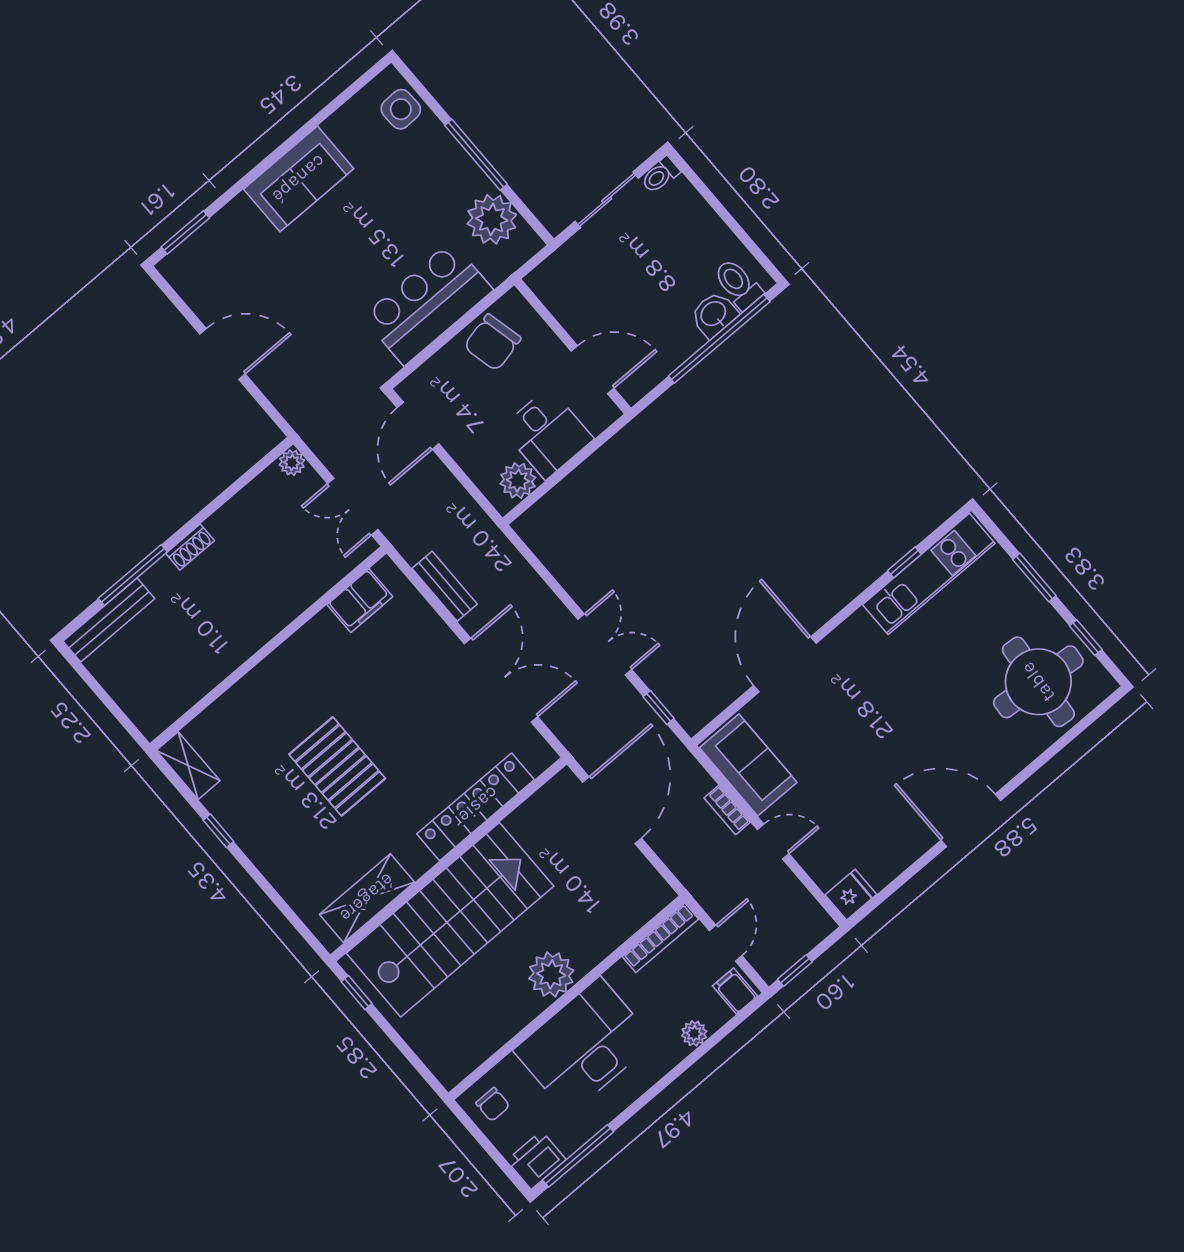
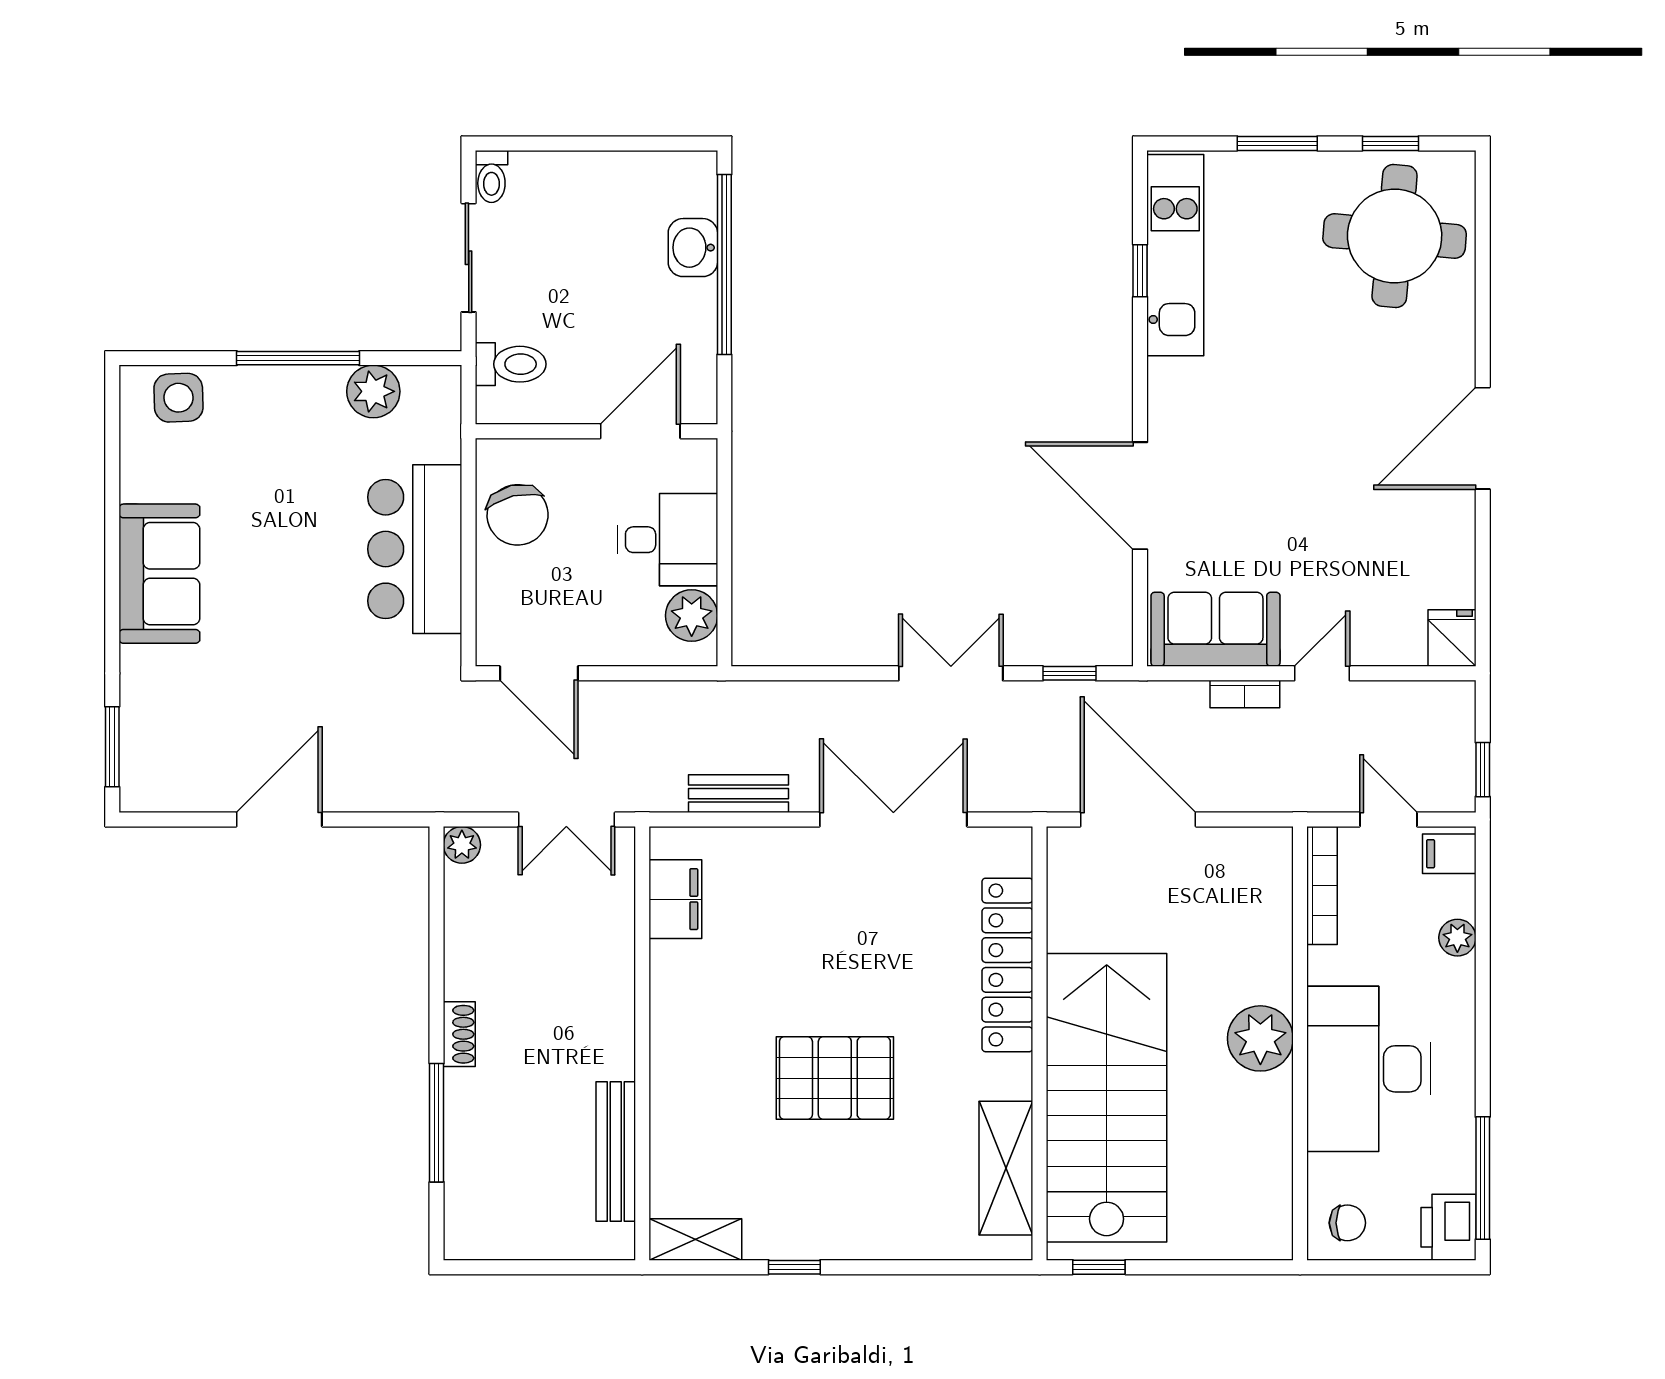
plant: (492, 219) -> (373, 391), width x0.73, depth x0.73
toilet: (738, 284) -> (511, 364), moved, turned 180
bench: (109, 620) -> (616, 1152), moved

